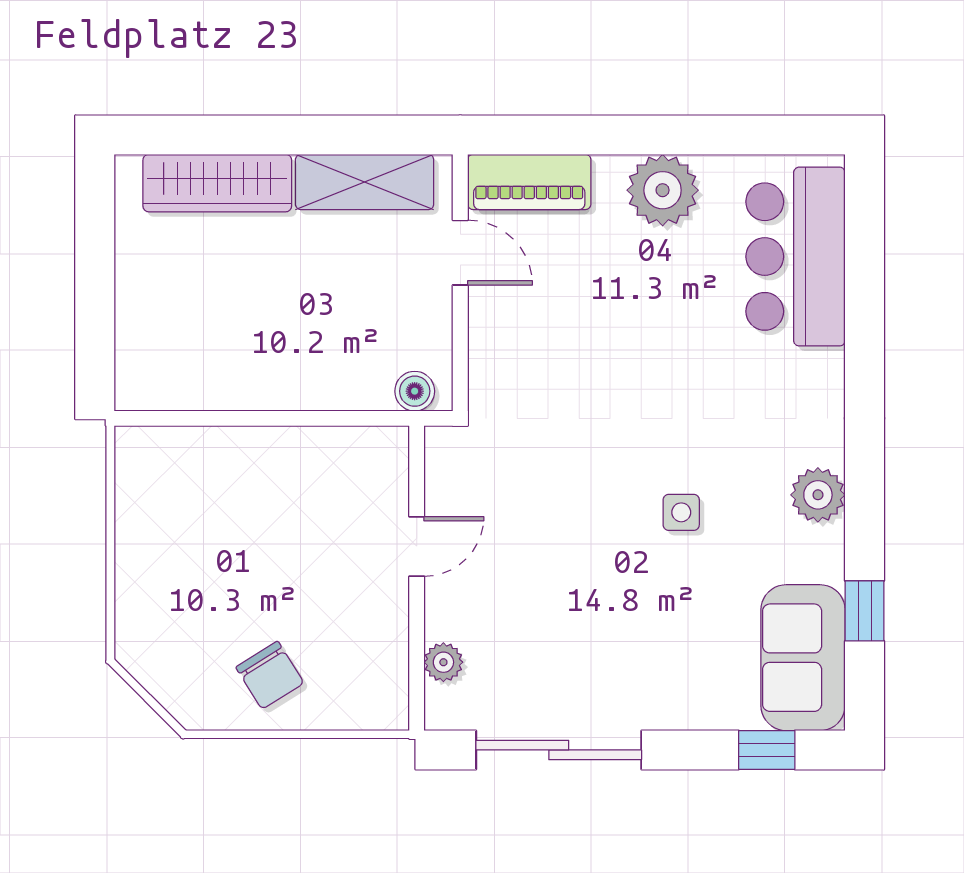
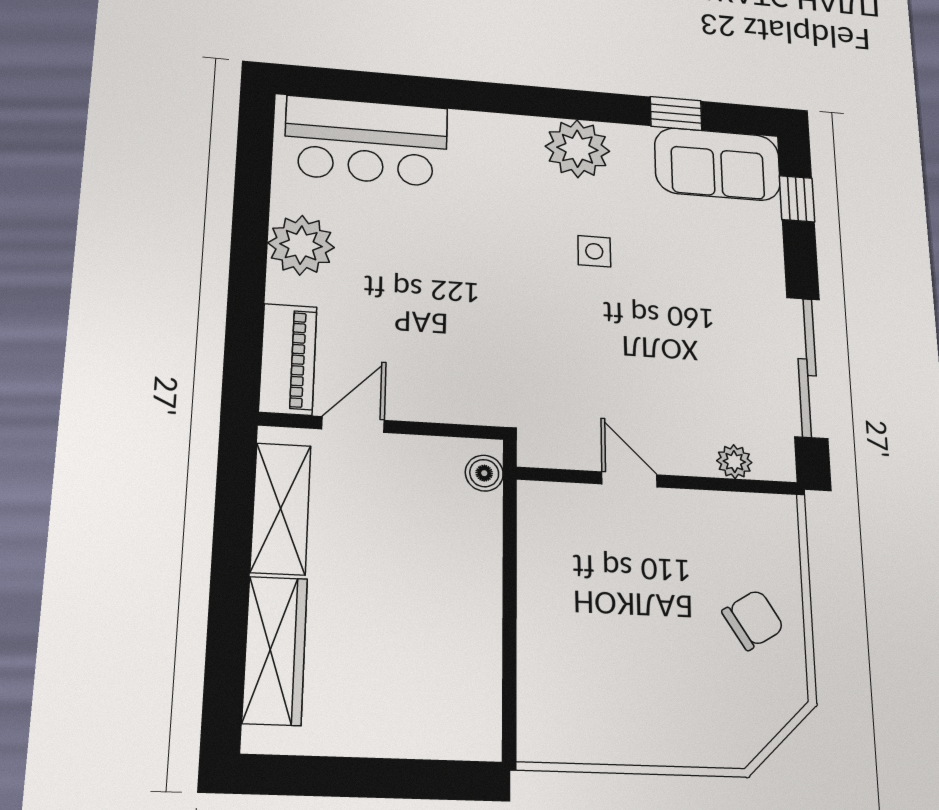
plant: (818, 495) -> (577, 149), width x1.36, depth x1.36

